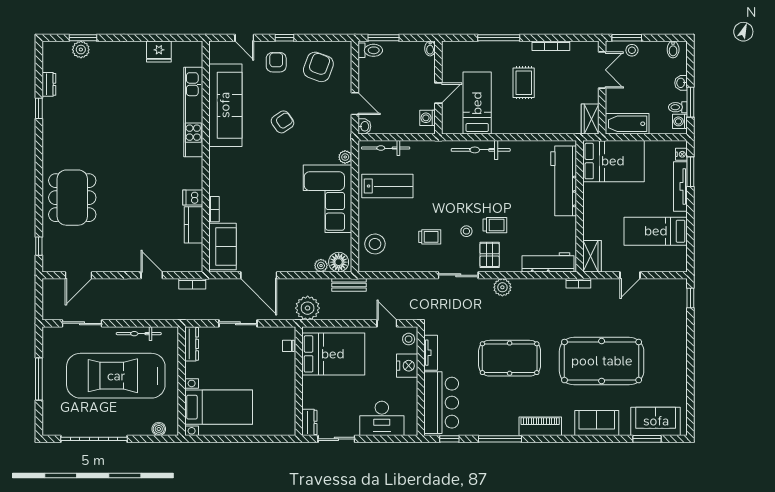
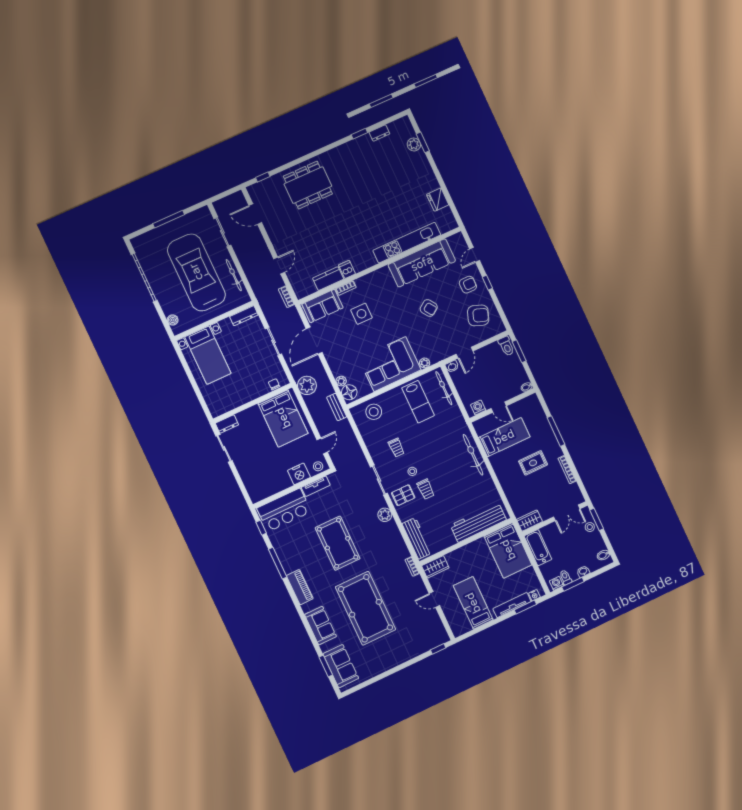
side table: (253, 205) -> (361, 314), added
desk: (382, 418) -> (253, 474), removed

